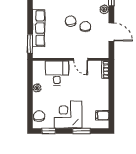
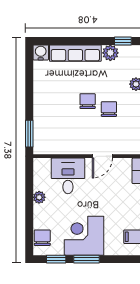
row of seats: (39, 28) -> (42, 111), removed
door: (81, 59) -> (102, 156), hinge flipped
window: (81, 131) -> (87, 259), moved

